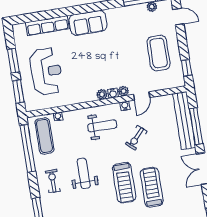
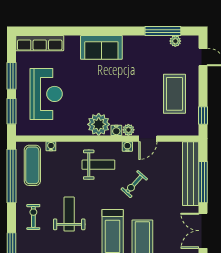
row of seats: (47, 26) -> (40, 43), moved
plant: (102, 94) -> (99, 124), width x1.88, depth x1.88

